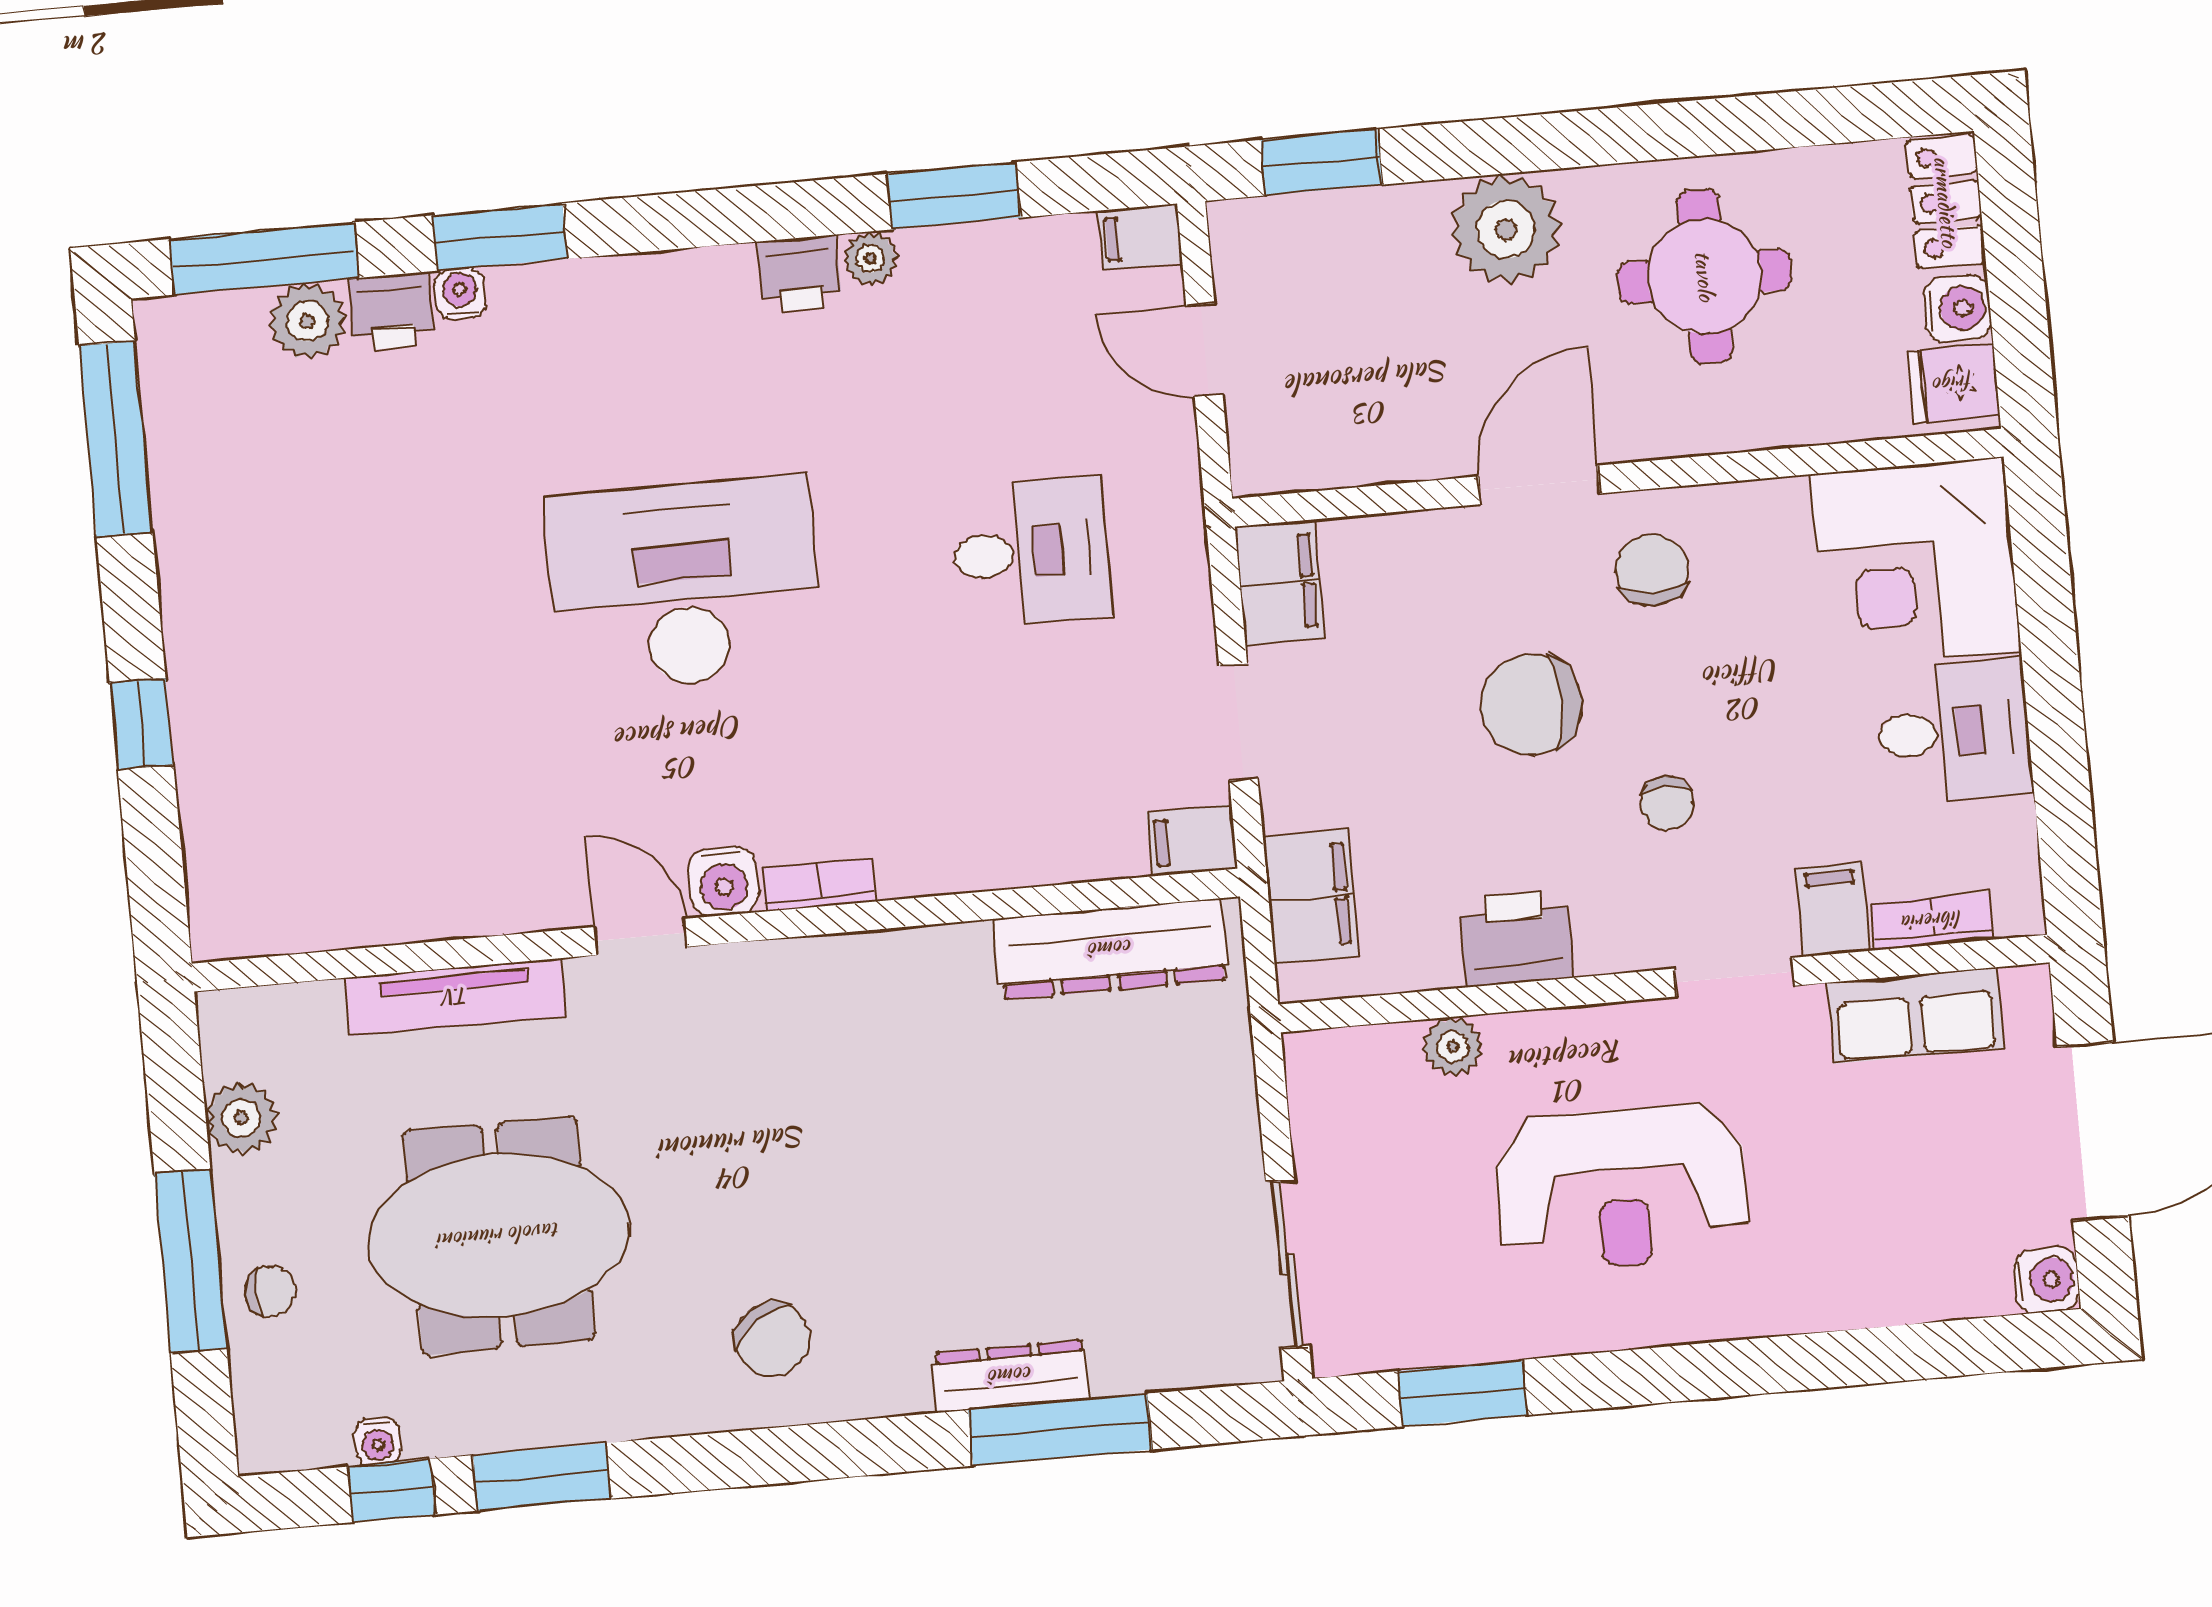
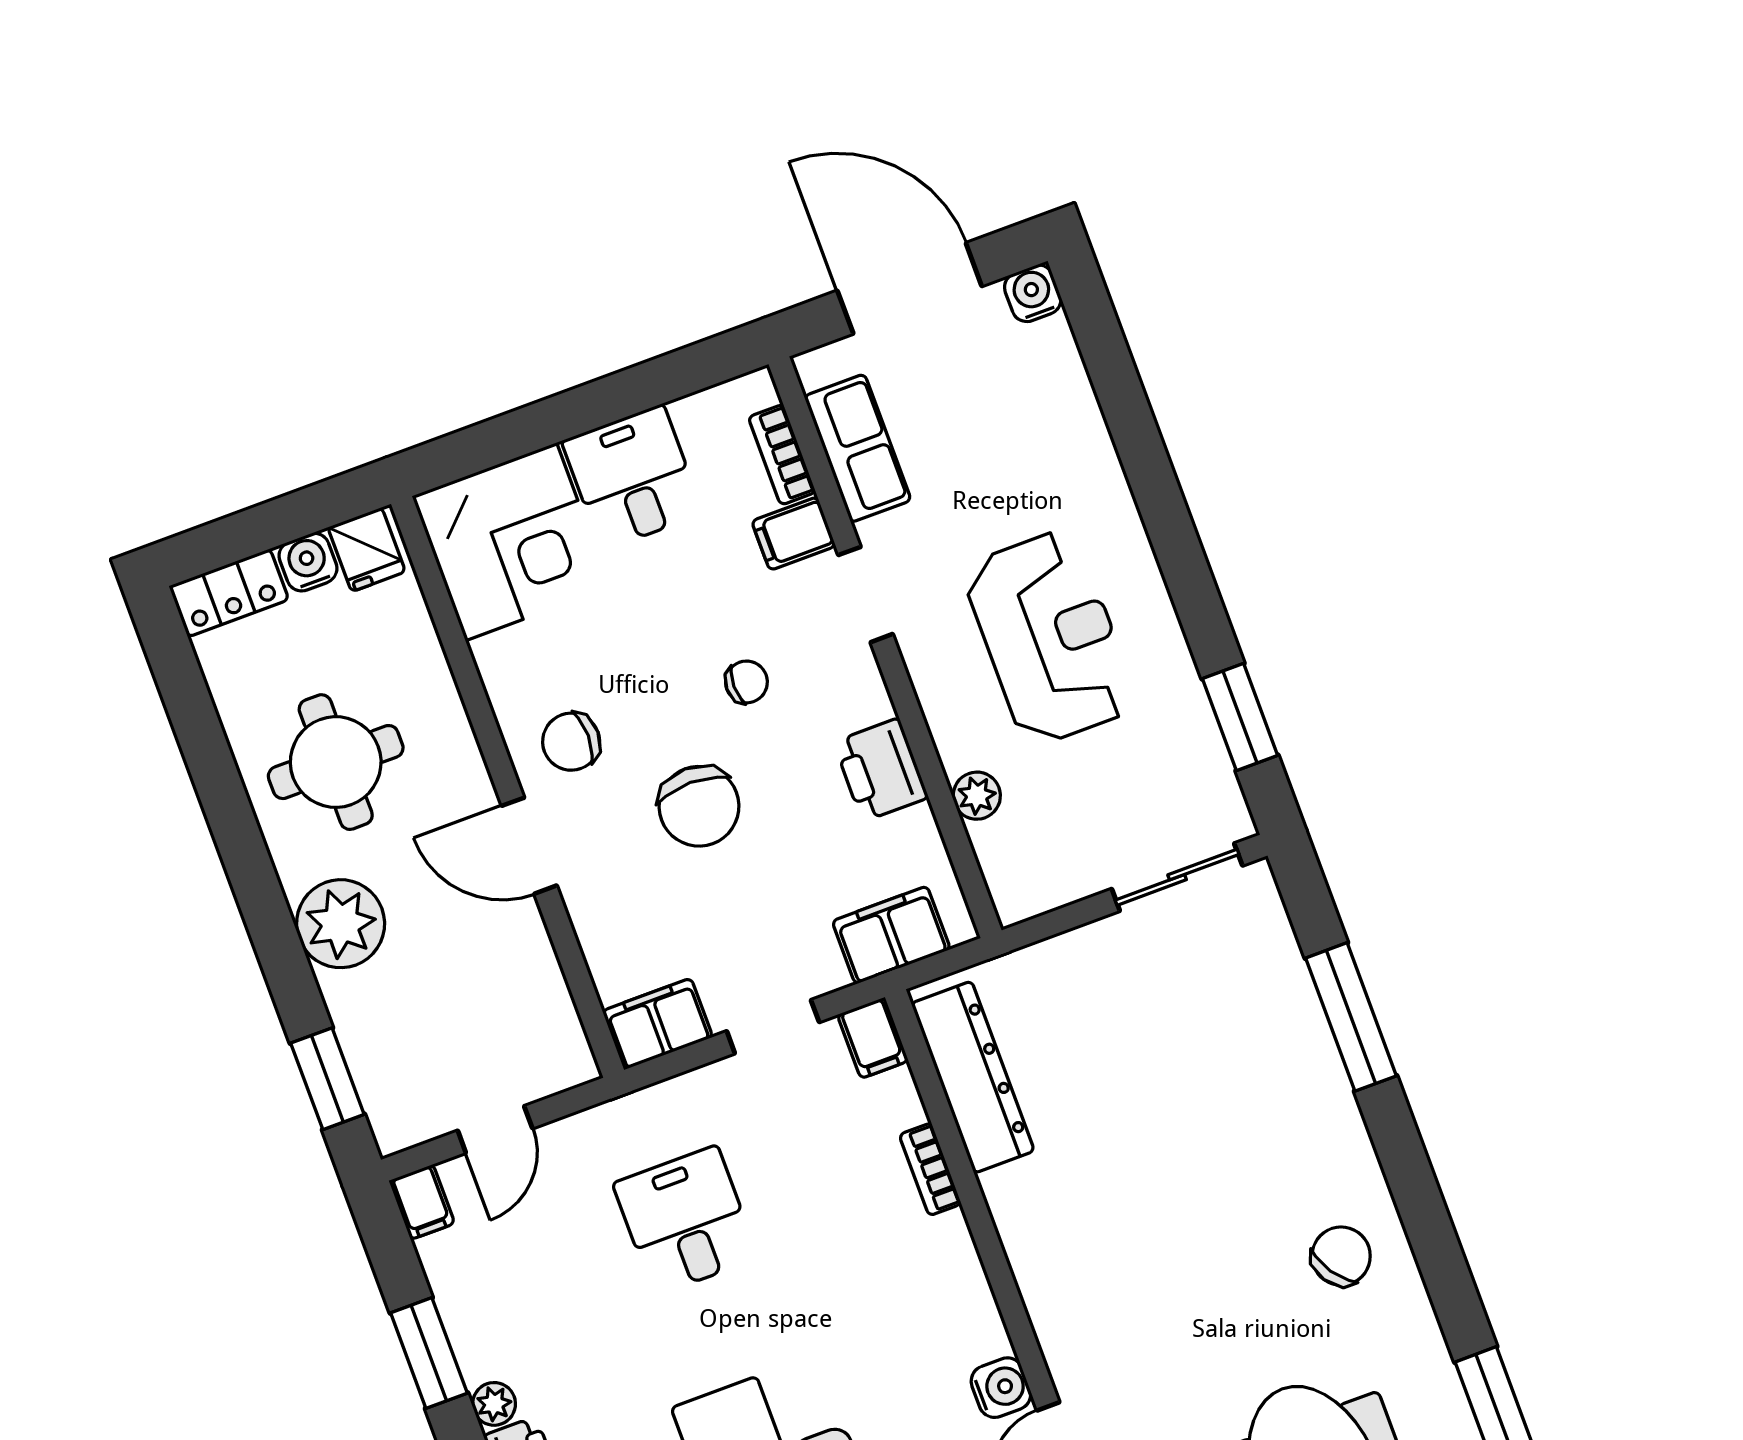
bookcase: (818, 885) -> (930, 1169), moved
dresser: (1011, 1376) -> (1320, 1066), removed

